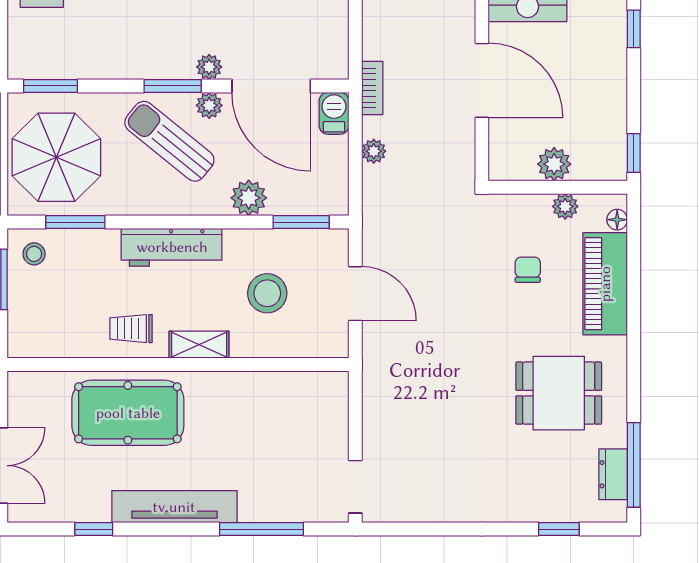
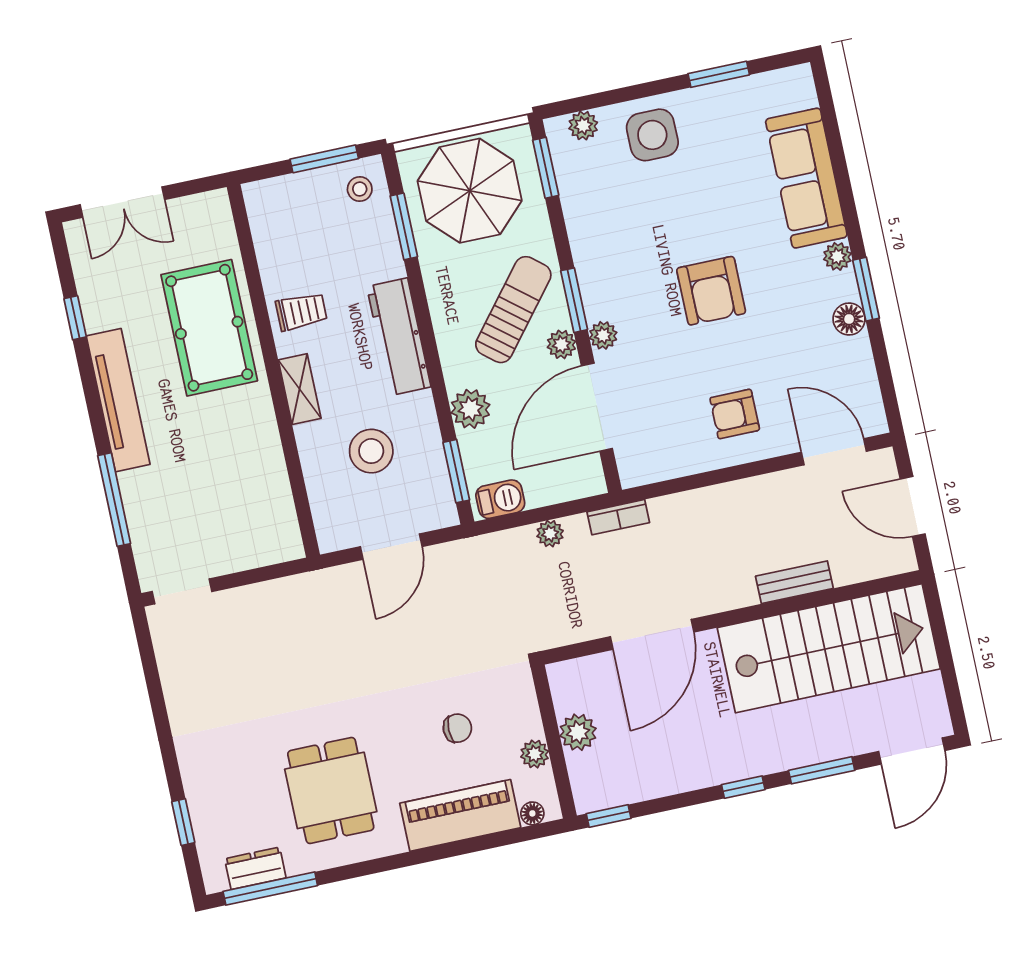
plant: (20, 45) -> (583, 126), added
barbecue: (334, 113) -> (500, 499), moved
trolley: (131, 329) -> (301, 312), turned 90

